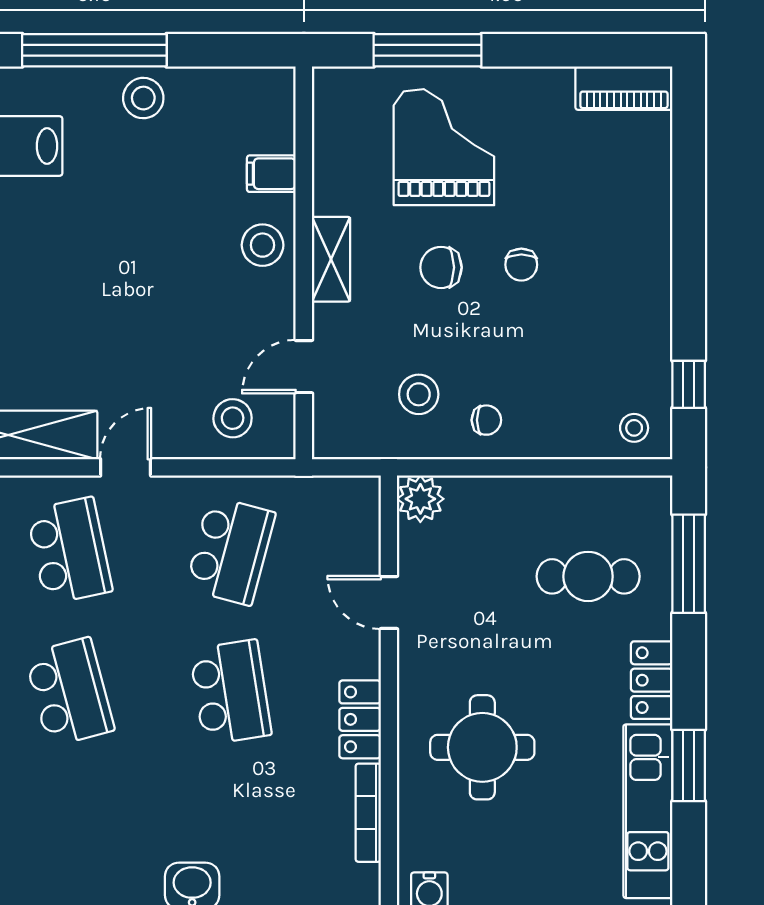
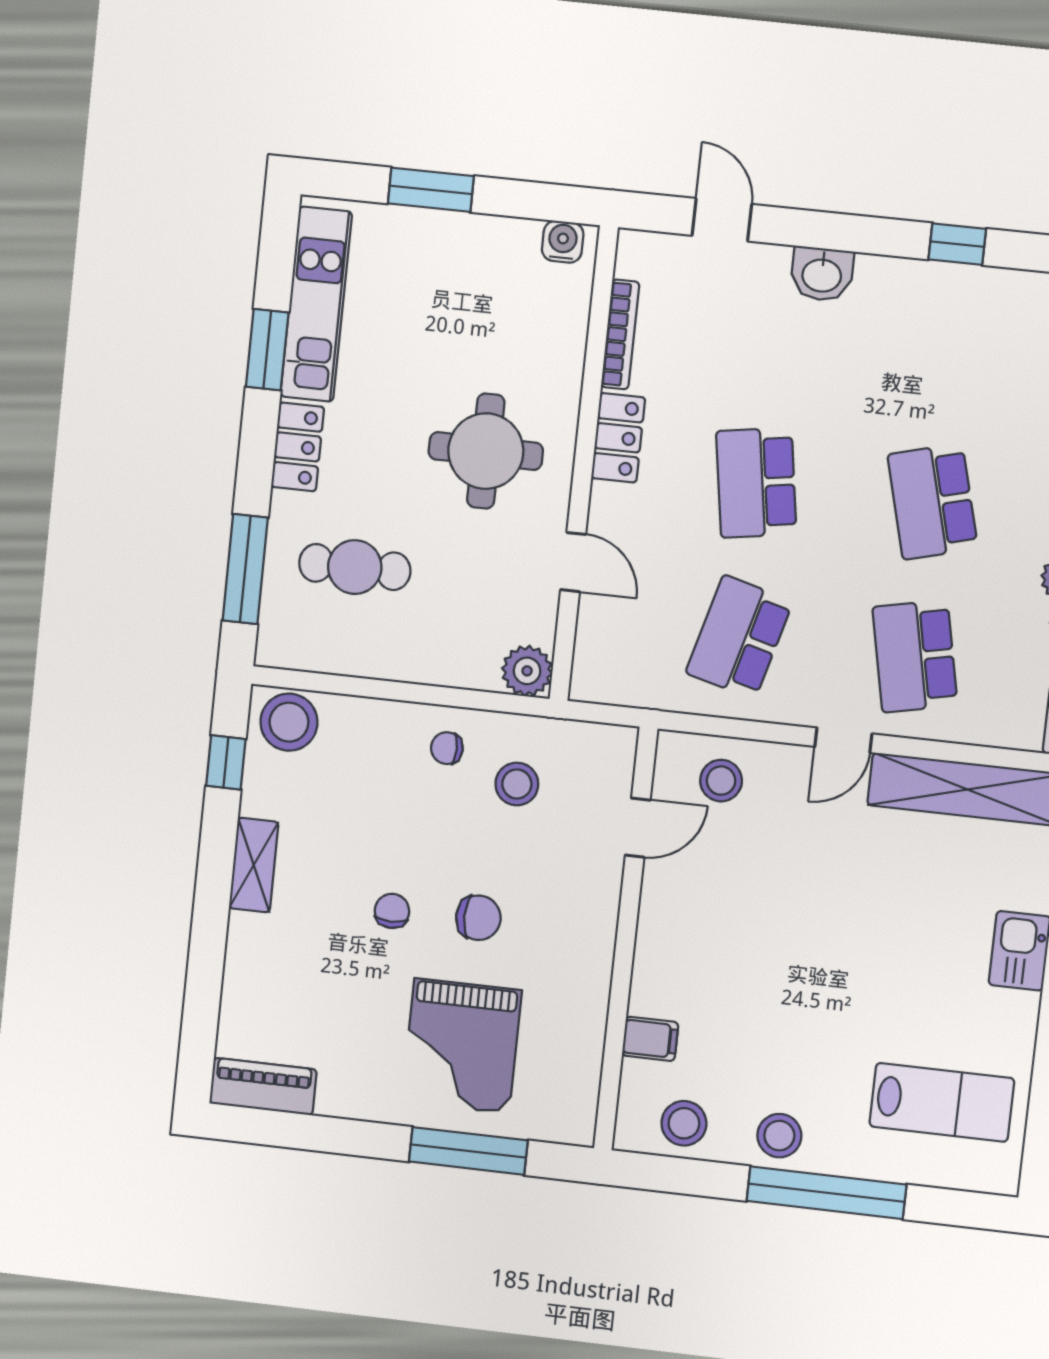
stool: (263, 245) -> (684, 1123), moved
shelving: (331, 259) -> (254, 865), moved
stool: (634, 428) -> (289, 722), width x1.89, depth x1.89
round table: (482, 747) -> (486, 451), moved

